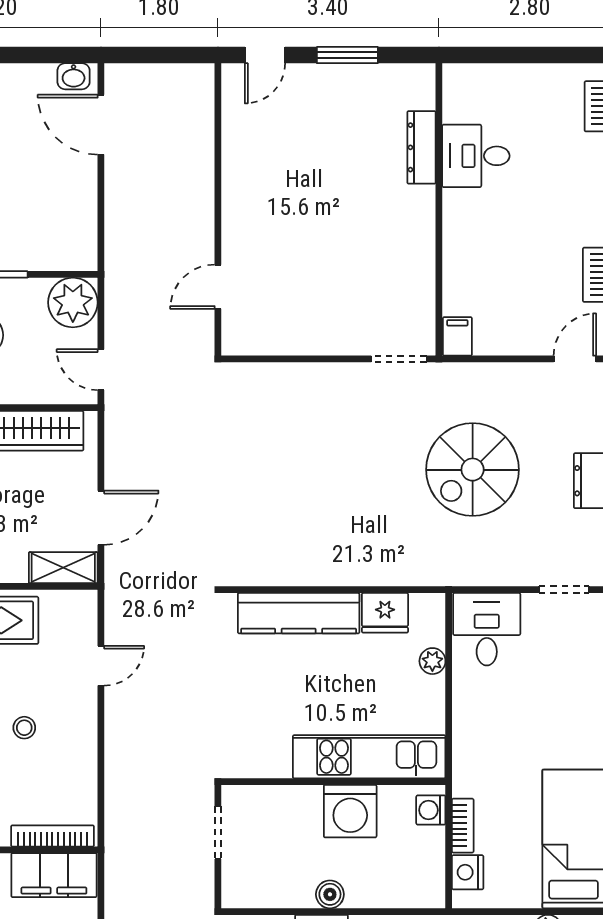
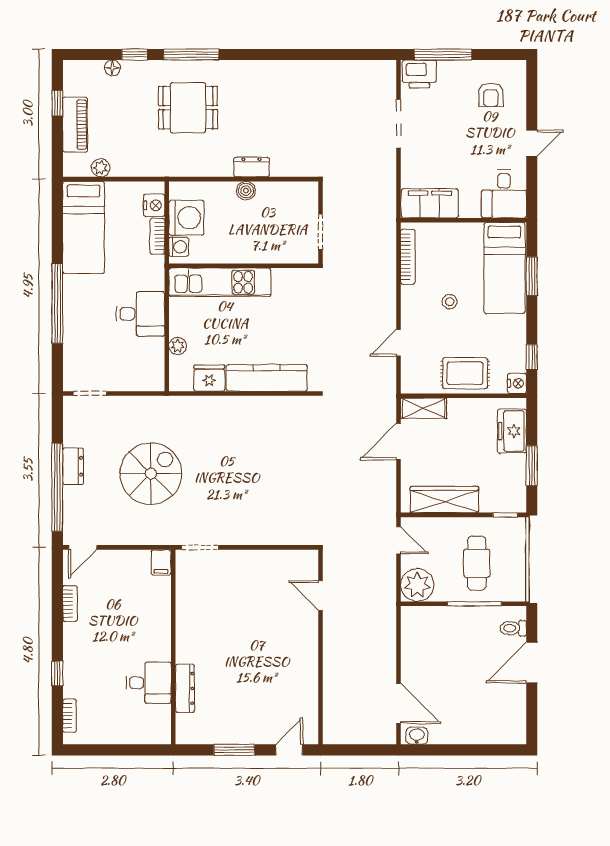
door: (218, 287) -> (321, 595), swing flipped
desk: (487, 629) -> (140, 314), moved, turned -90
washing machine: (350, 811) -> (186, 218), moved, turned 90
bookcase: (52, 836) -> (408, 257), moved, turned -90

